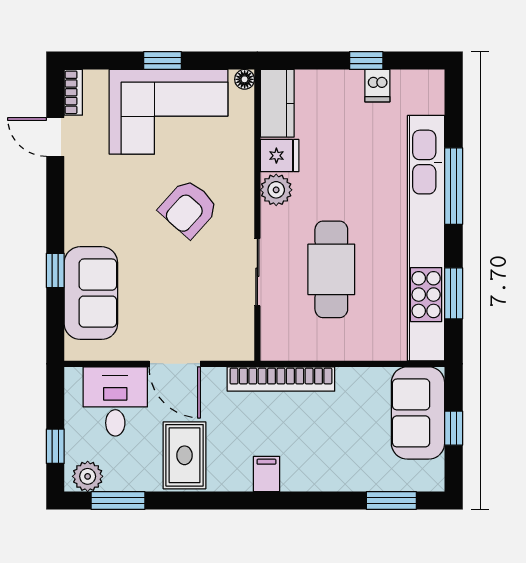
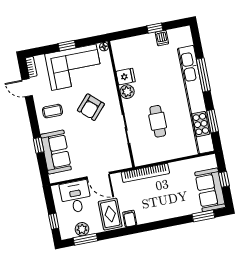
kitchen counter: (277, 103) -> (120, 54), removed
coffee table: (101, 200) -> (52, 111), added
cafe table: (331, 269) -> (158, 121), width x0.73, depth x0.74
sofa: (418, 413) -> (210, 190), moved
filing cabinet: (266, 474) -> (130, 219), moved
plant: (88, 476) -> (82, 229), moved

